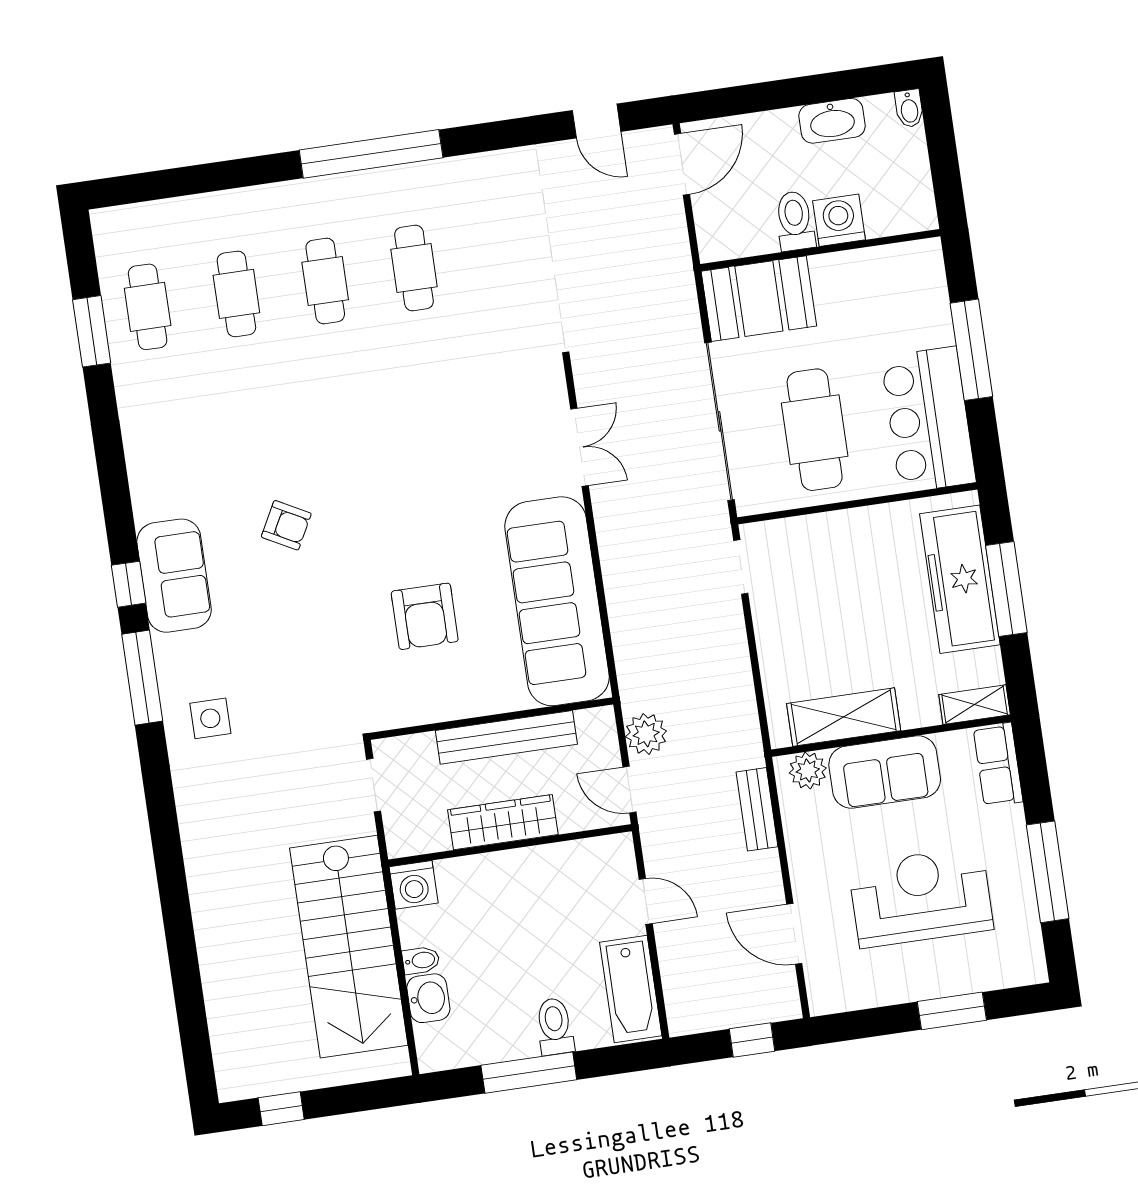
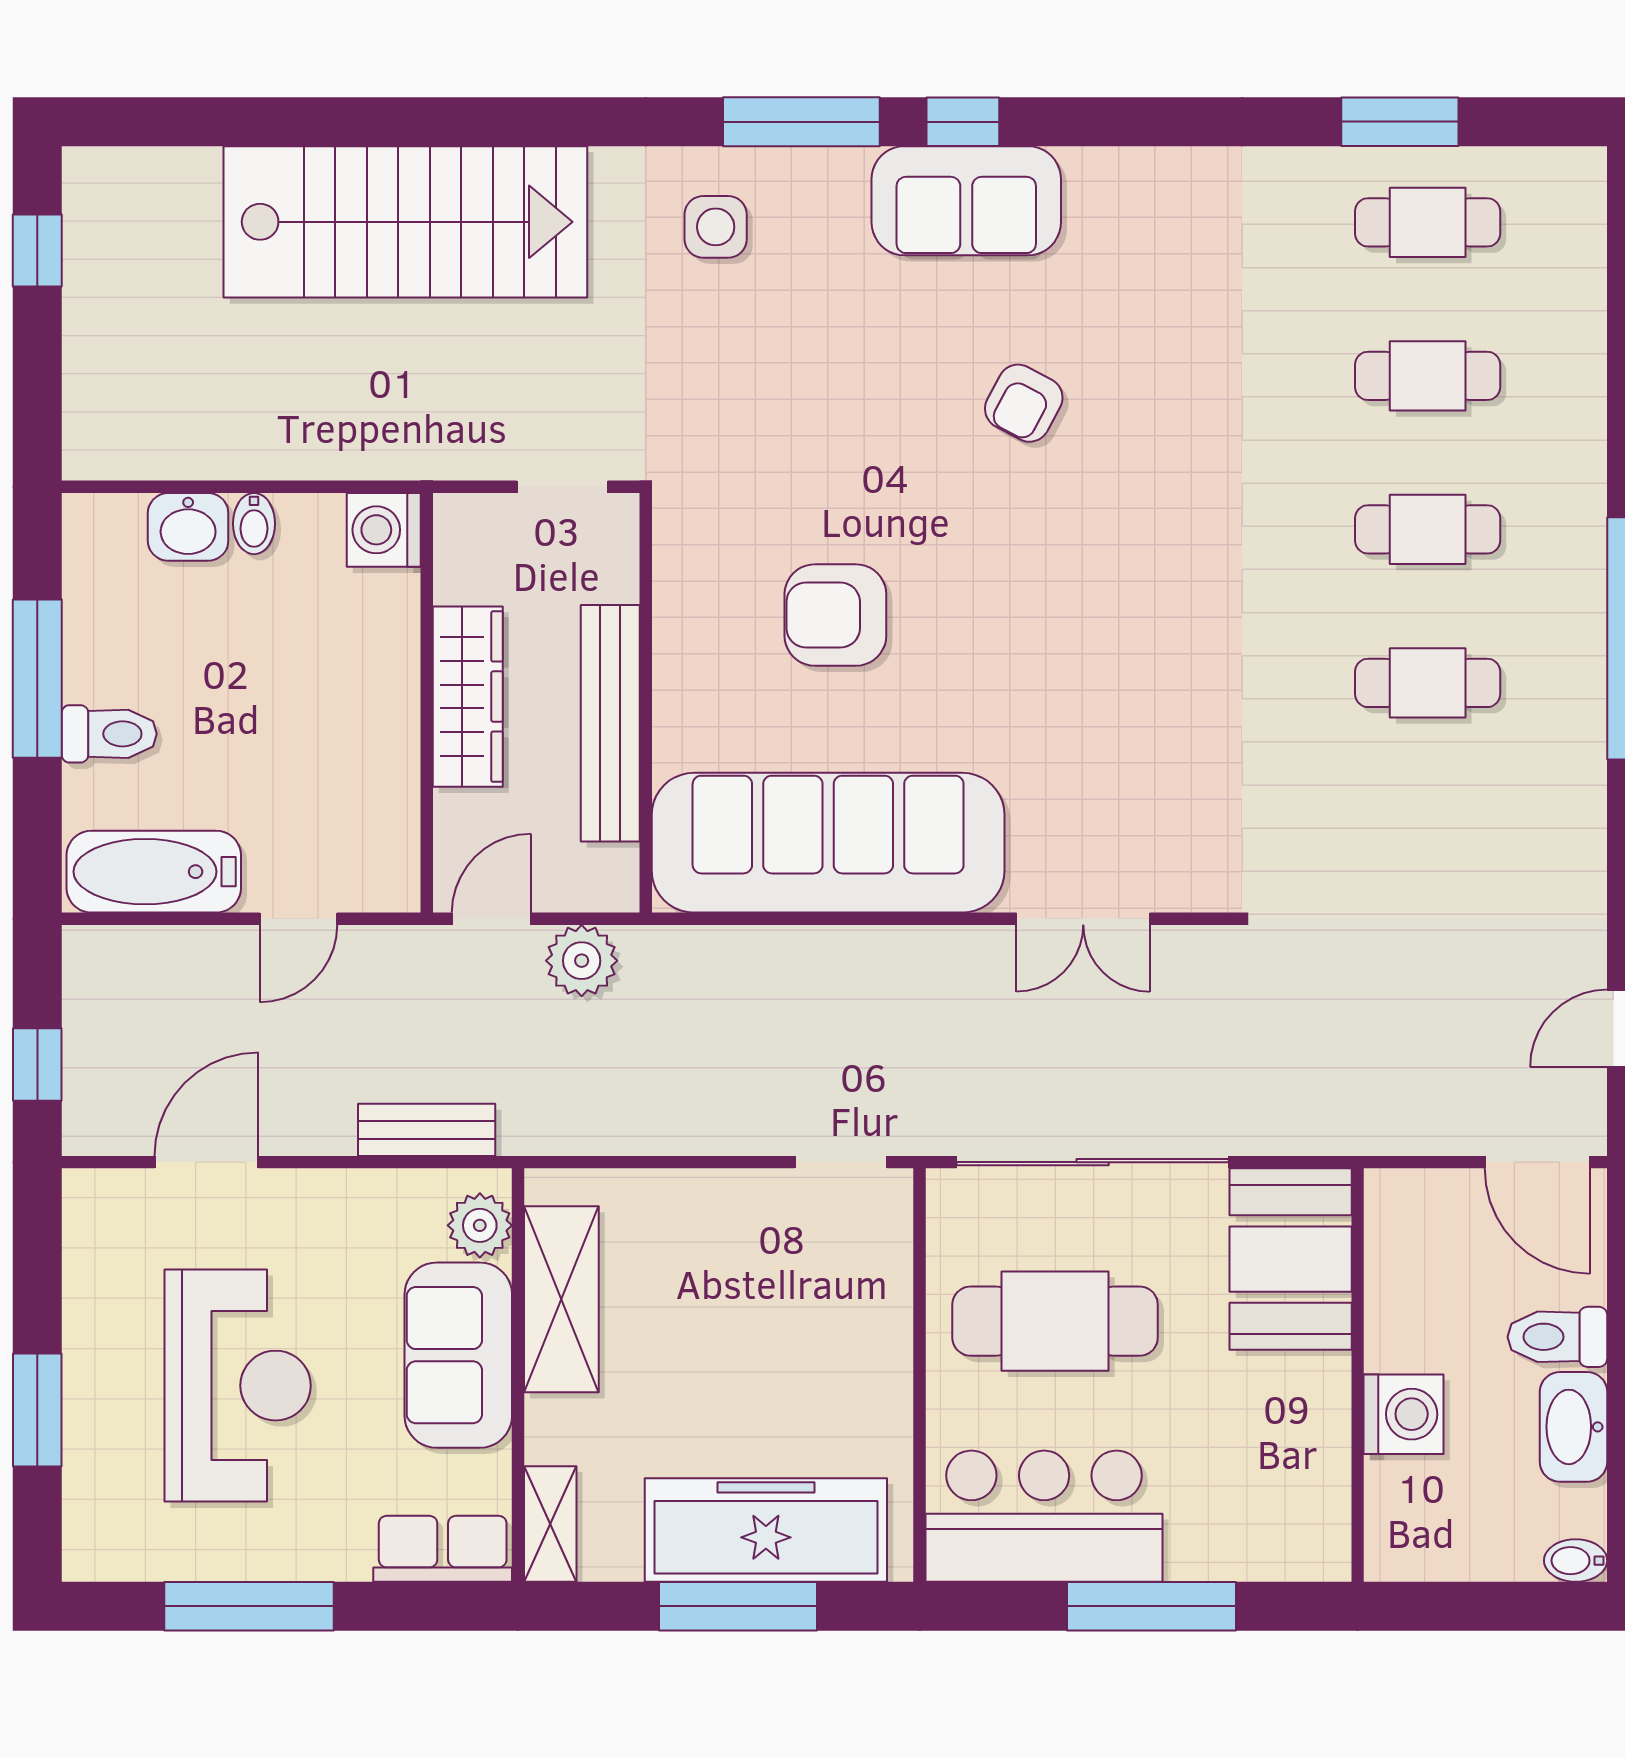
toilet: (795, 221) -> (1557, 1337), moved, turned 180
stairs: (349, 947) -> (405, 222), moved, turned 180

